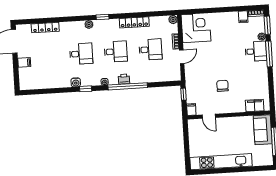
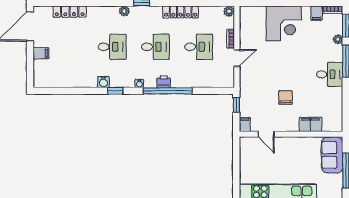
corner desk: (196, 28) -> (284, 23), moved, turned 90
desk: (256, 51) -> (330, 74), moved
filing cabinet: (255, 106) -> (310, 124), moved

